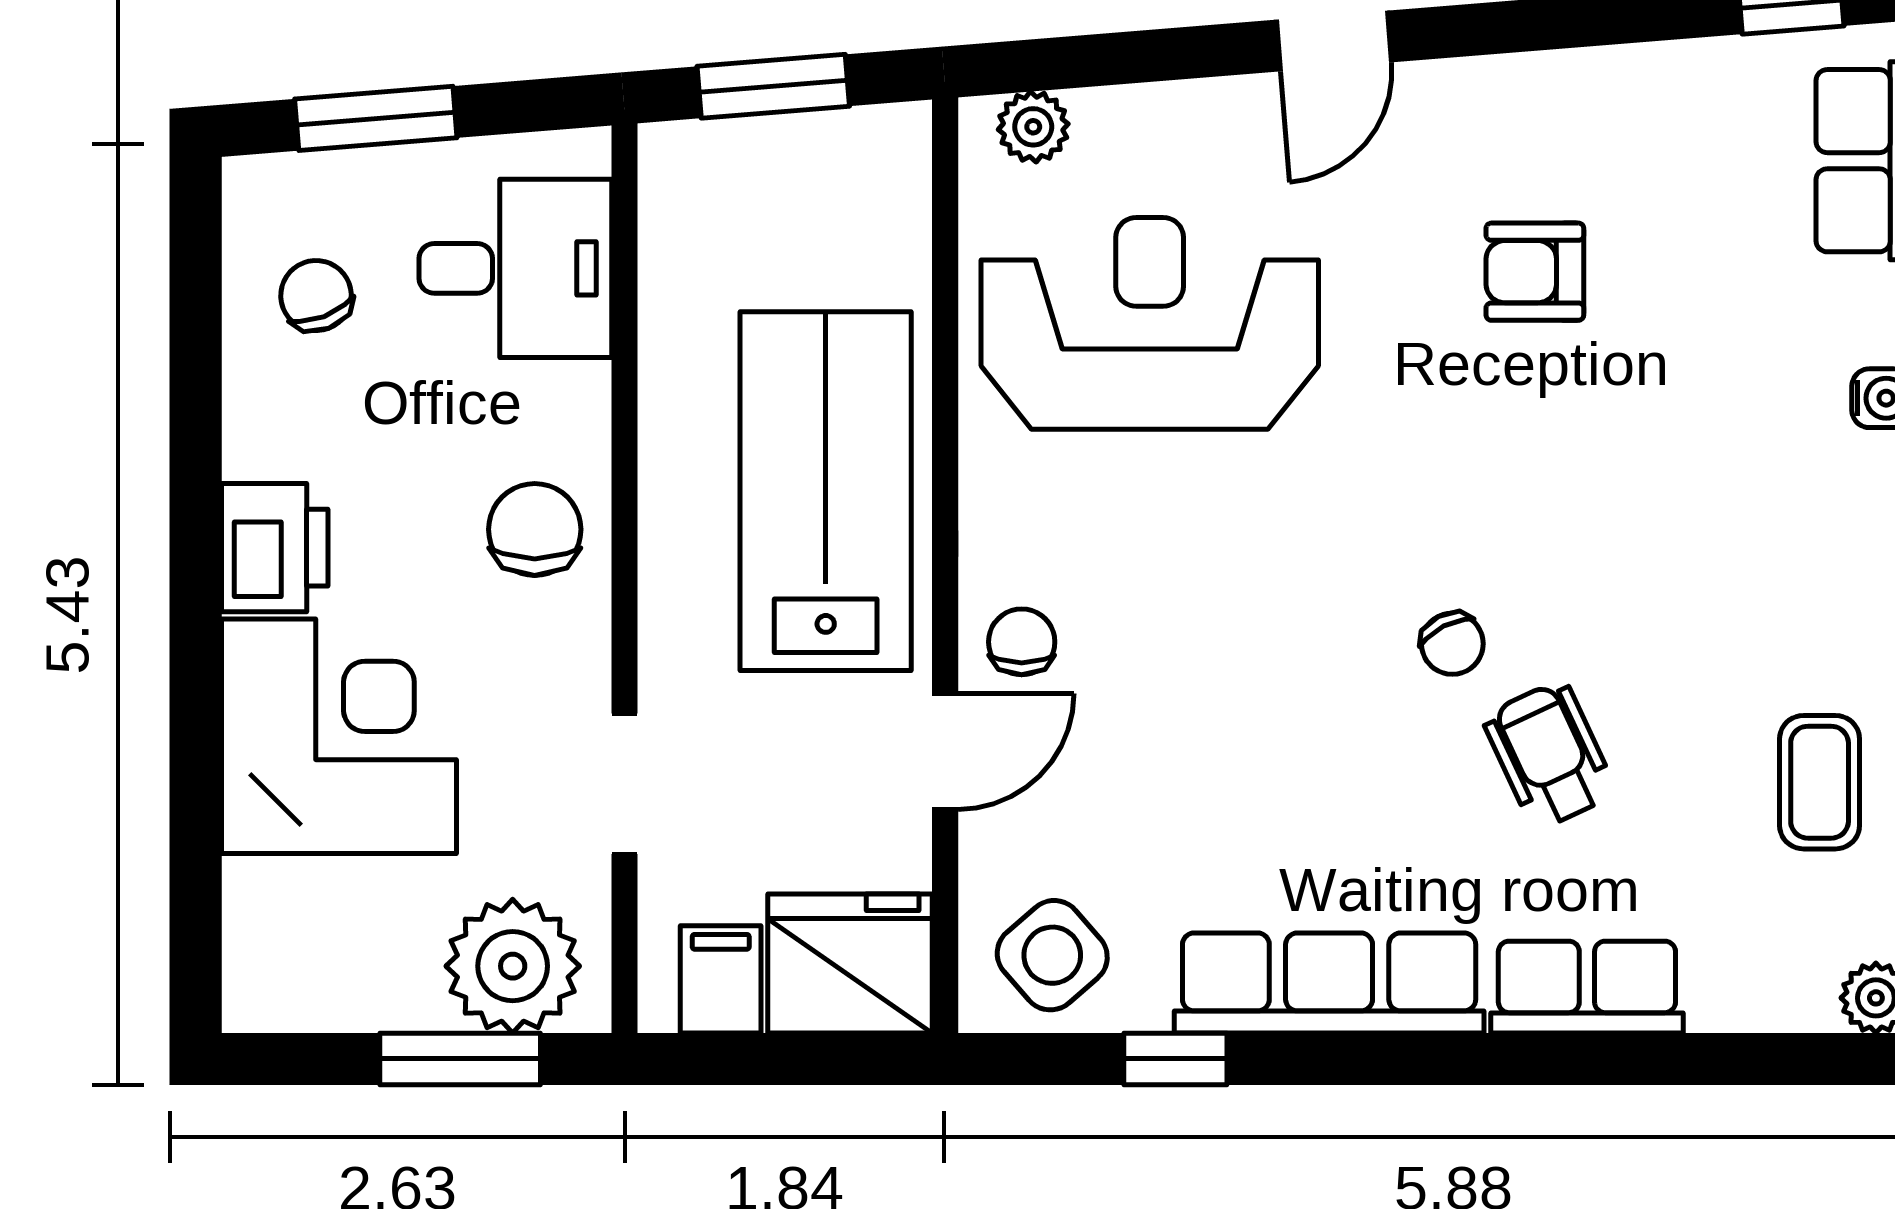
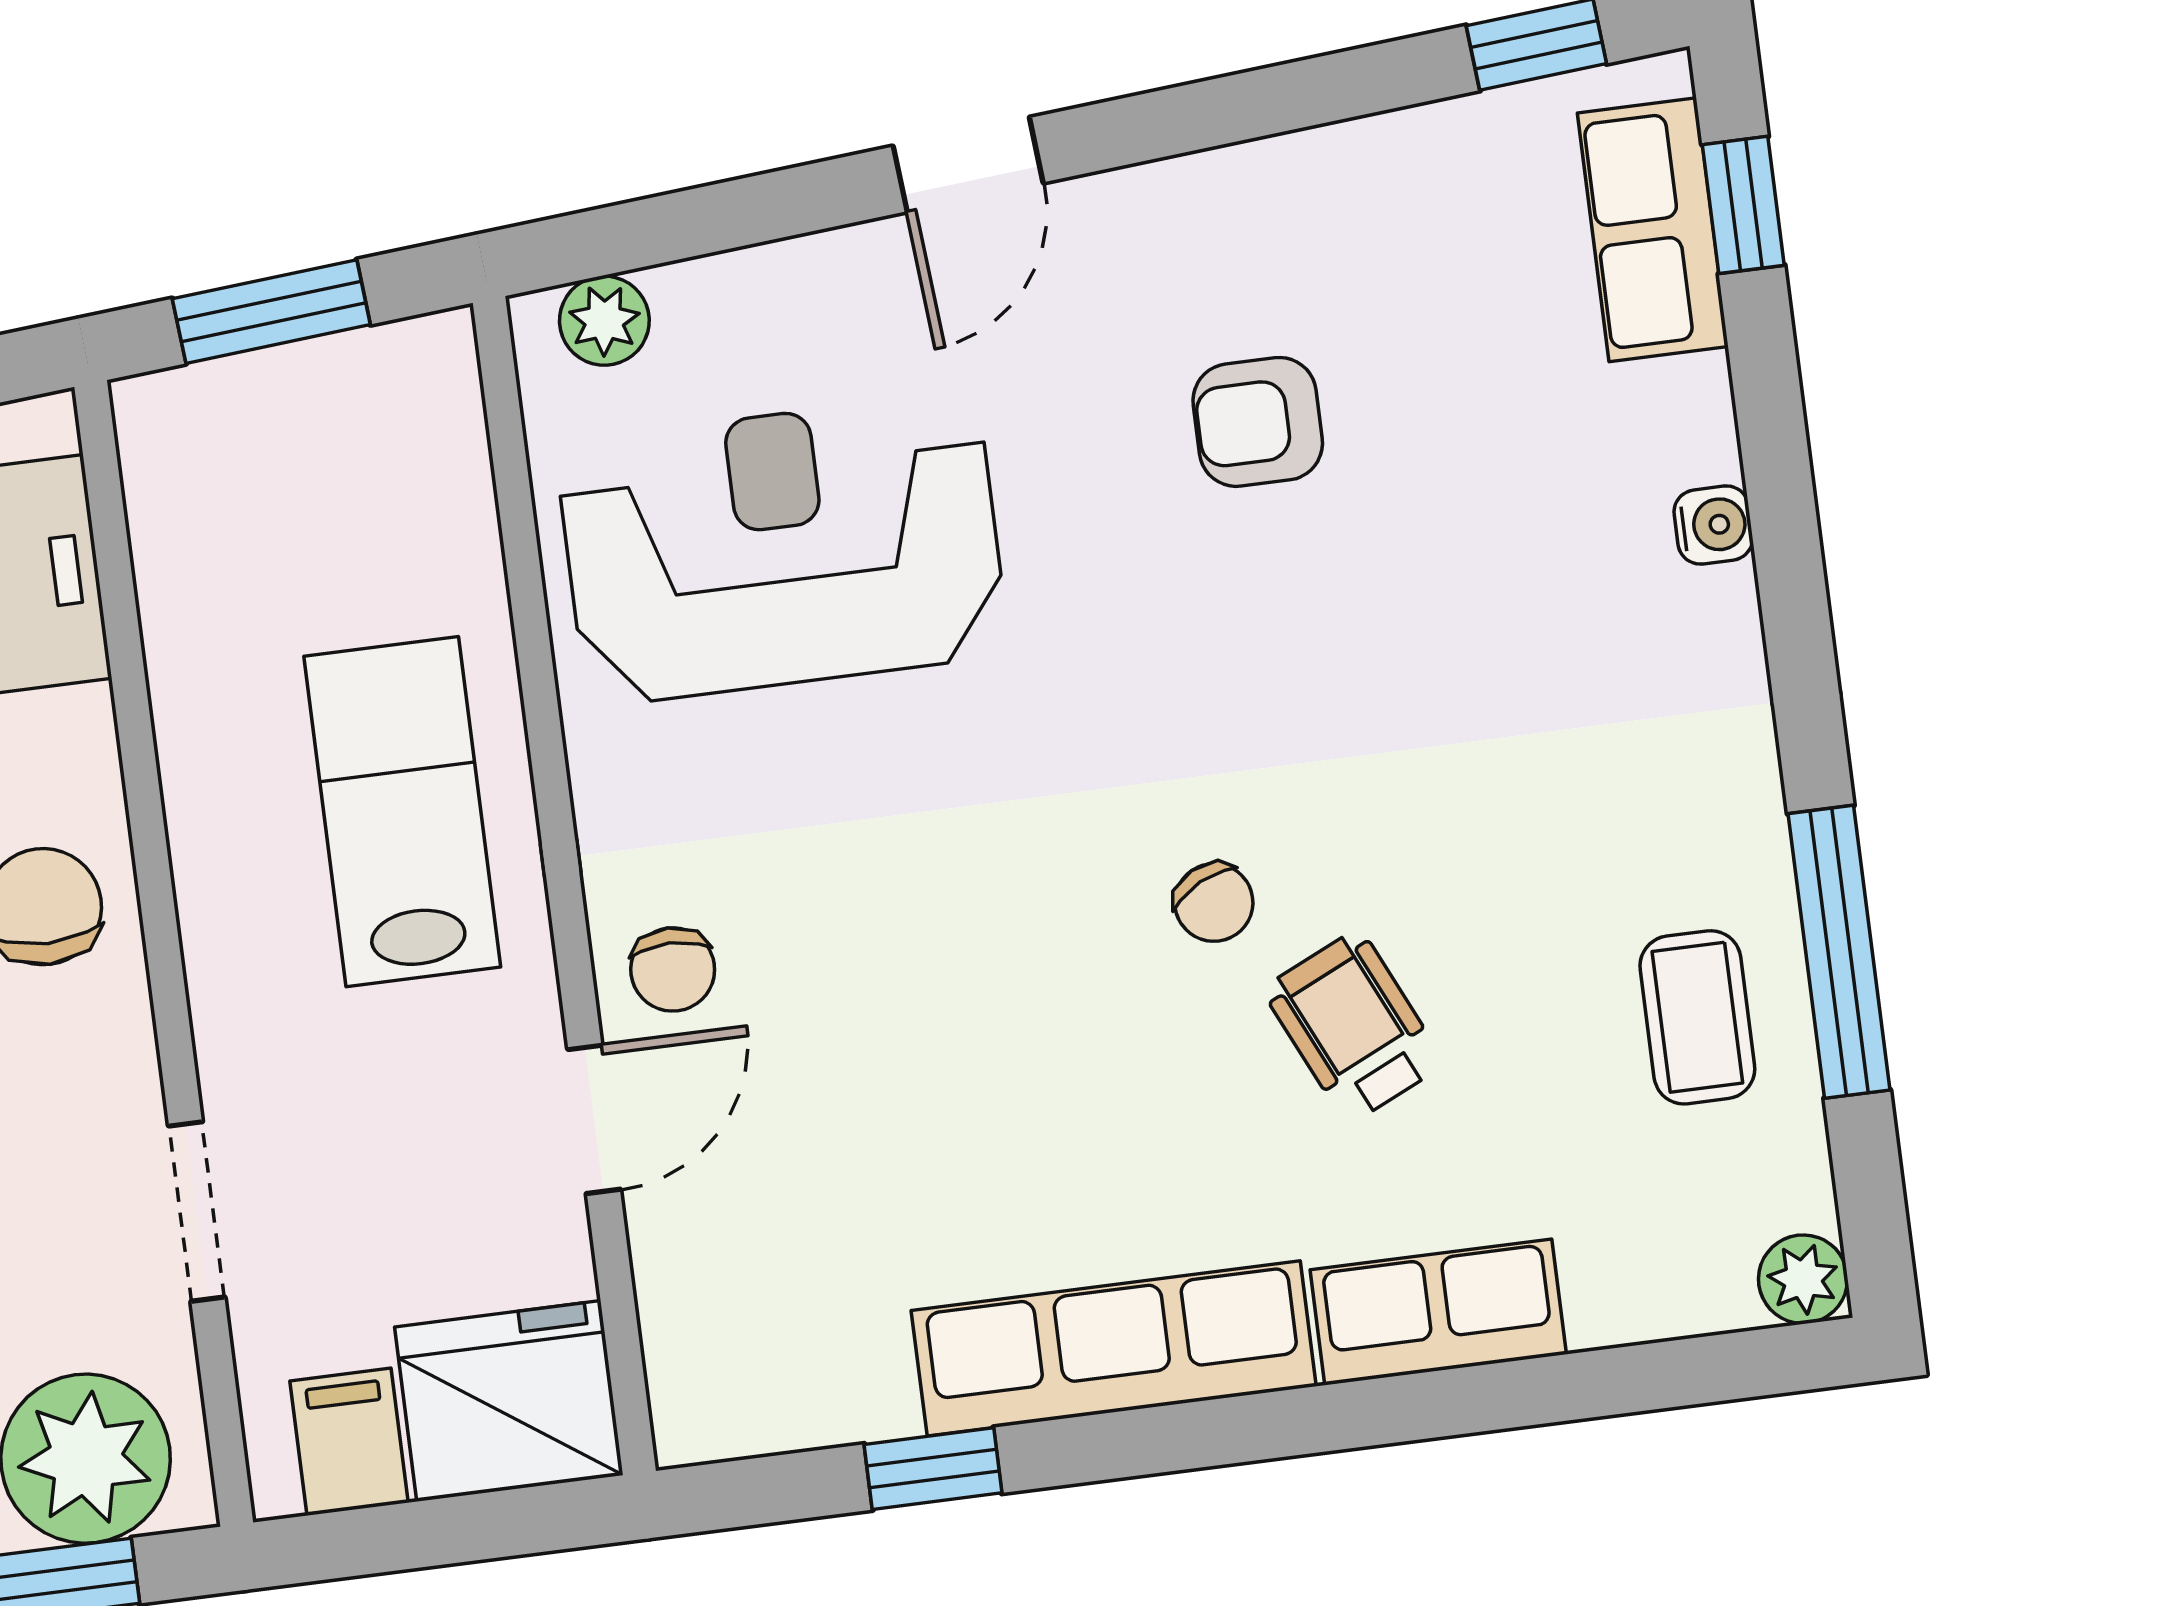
lab bench: (826, 491) -> (402, 812), width x0.73, depth x0.72
chair: (1022, 642) -> (673, 969), turned 180
side table: (1052, 955) -> (762, 1358), removed

